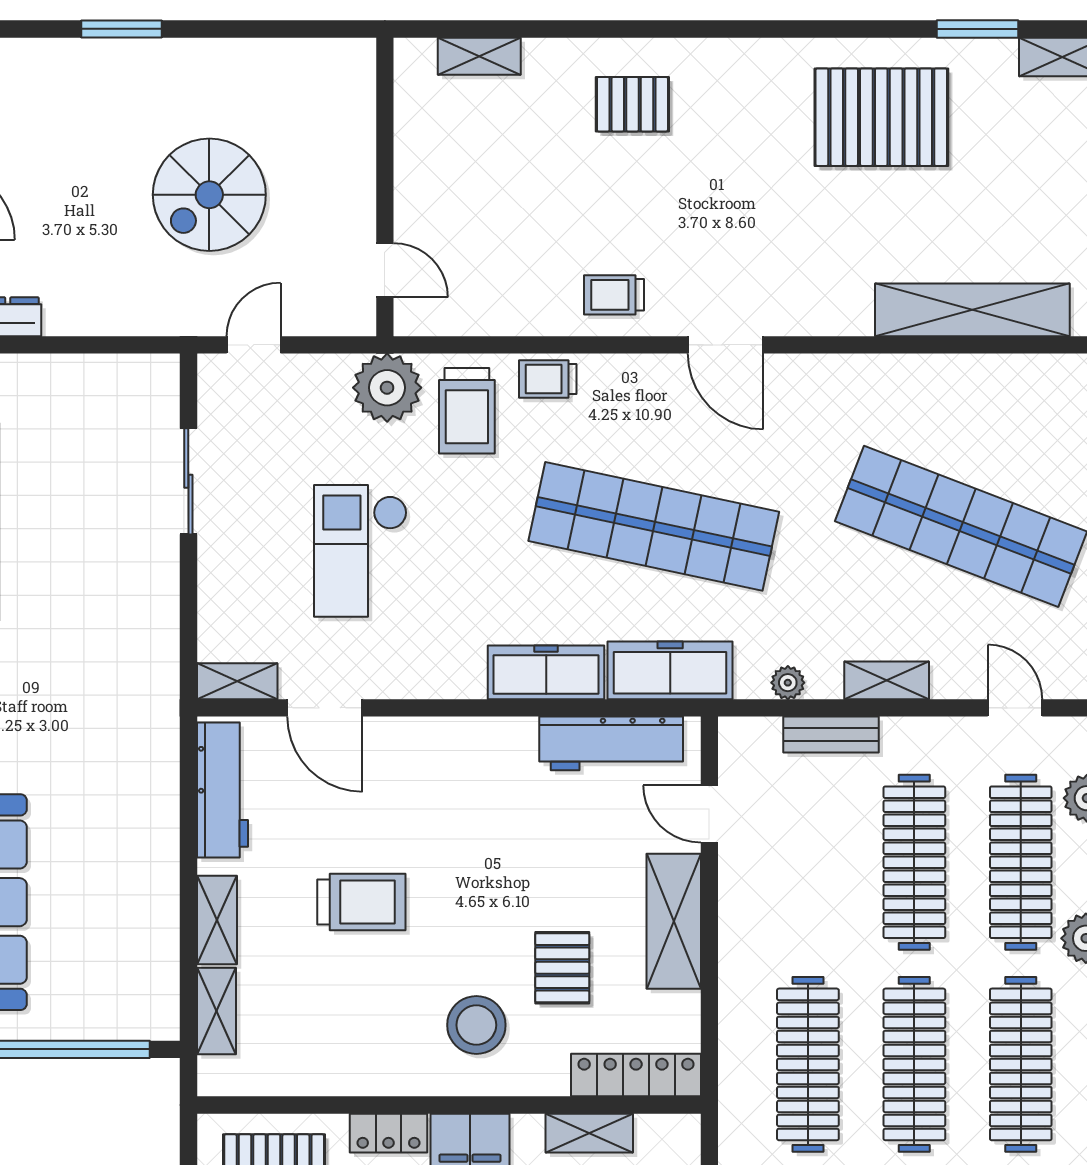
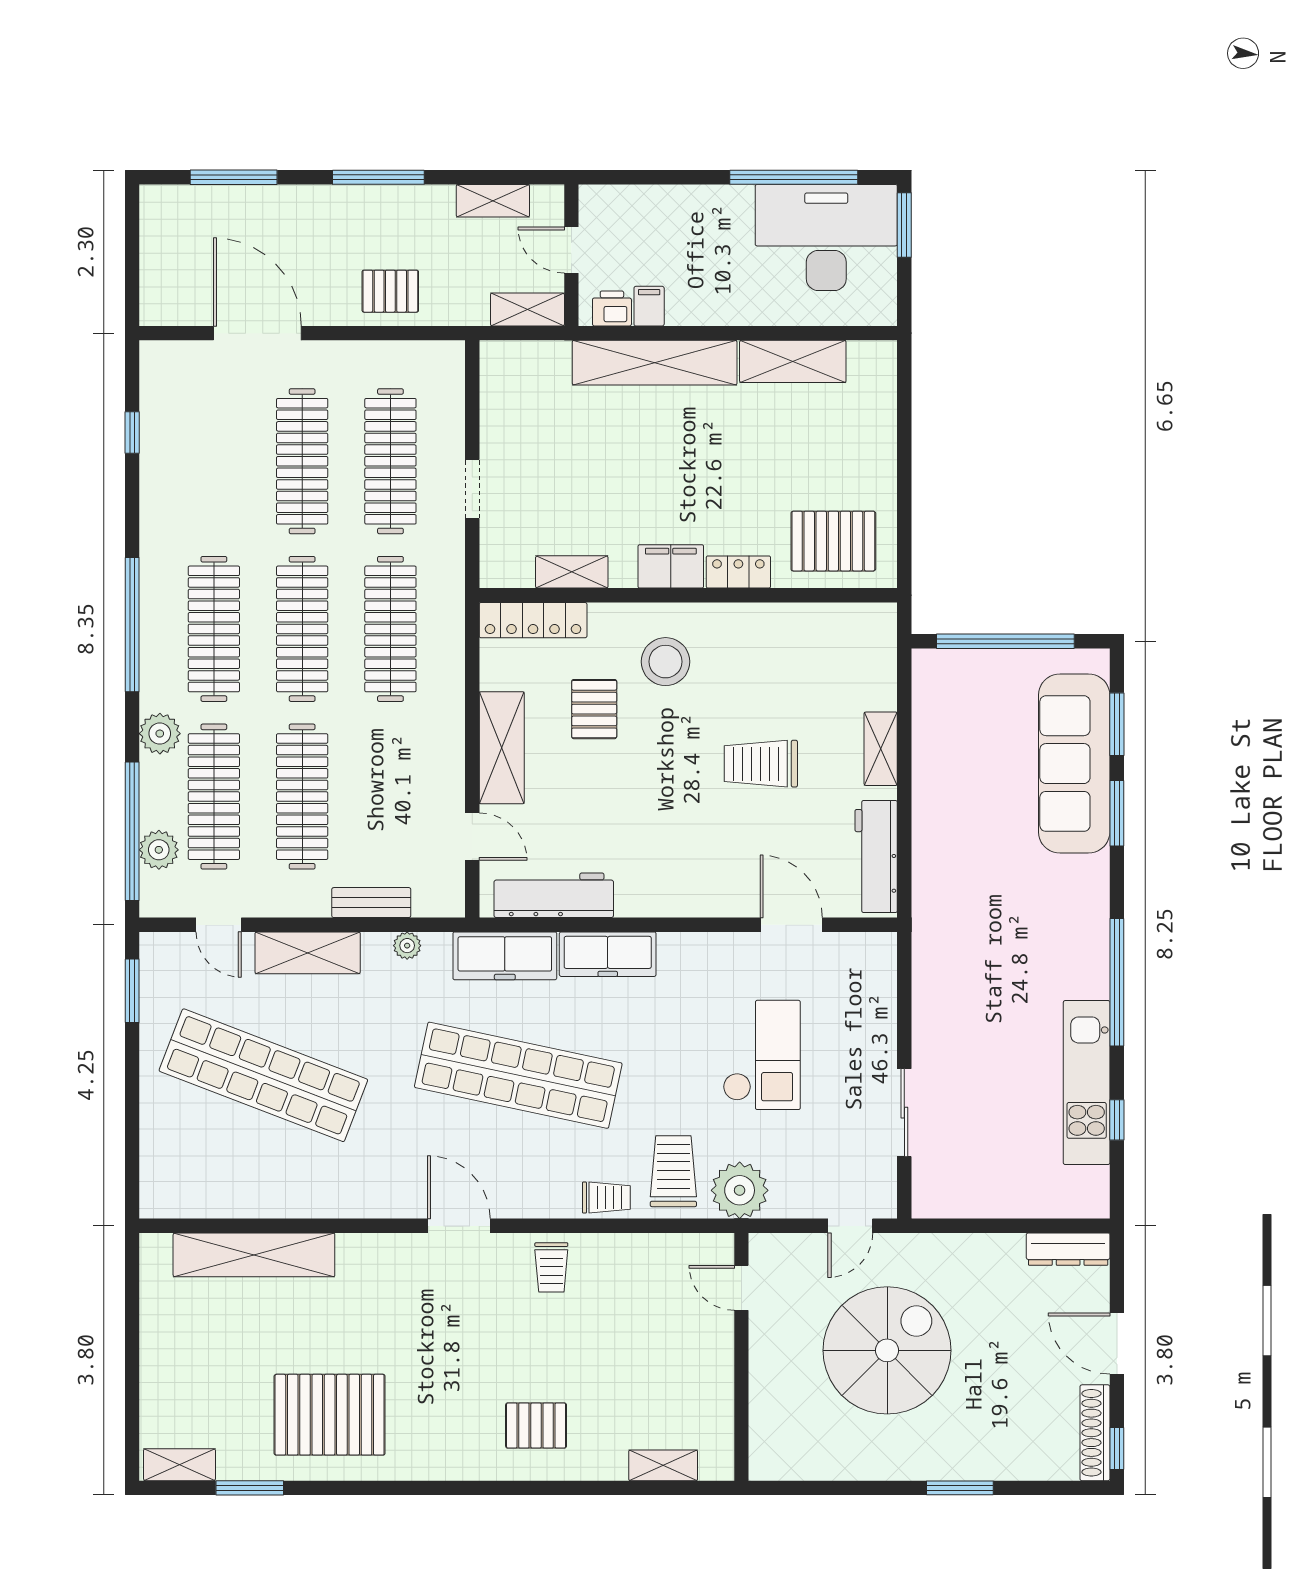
spiral stairs: (209, 195) -> (887, 1350), width x1.37, depth x1.37
trolley: (614, 295) -> (551, 1267), turned 90
shelving: (887, 680) -> (308, 953), width x1.50, depth x1.33
shelving: (237, 681) -> (864, 947), removed
shelving: (216, 1011) -> (881, 673), removed

